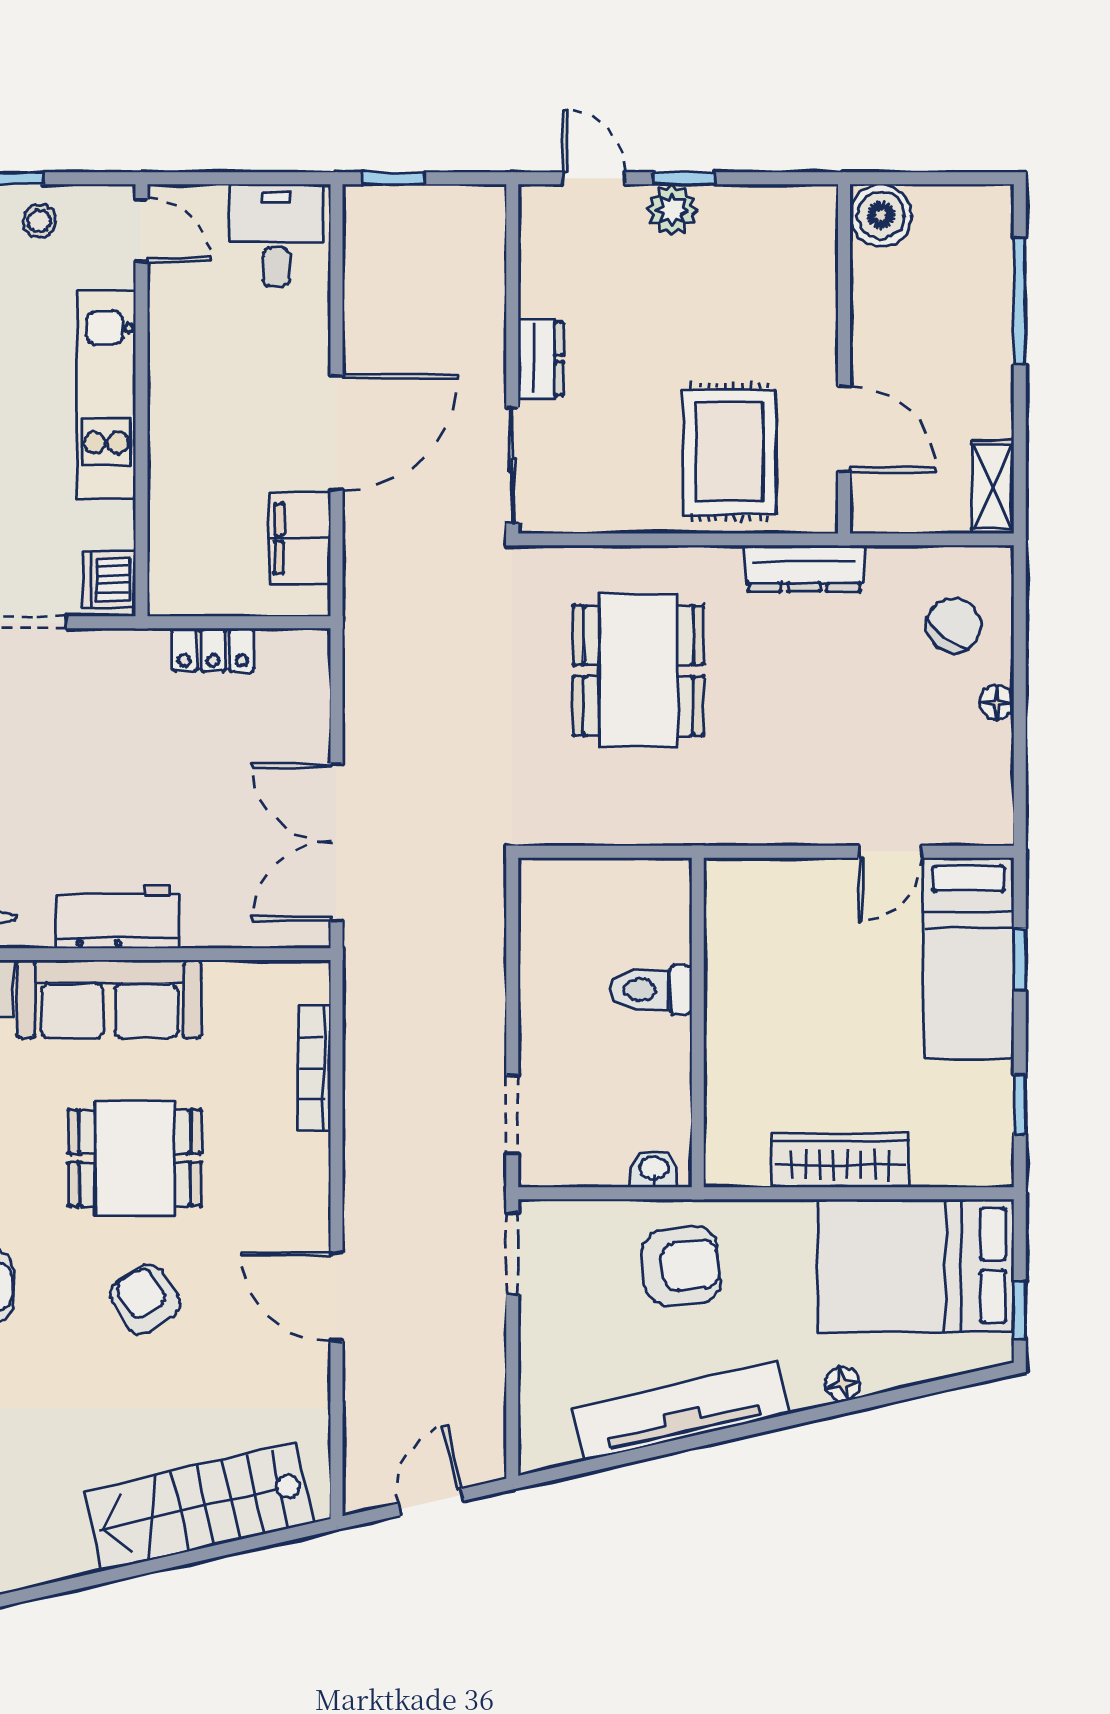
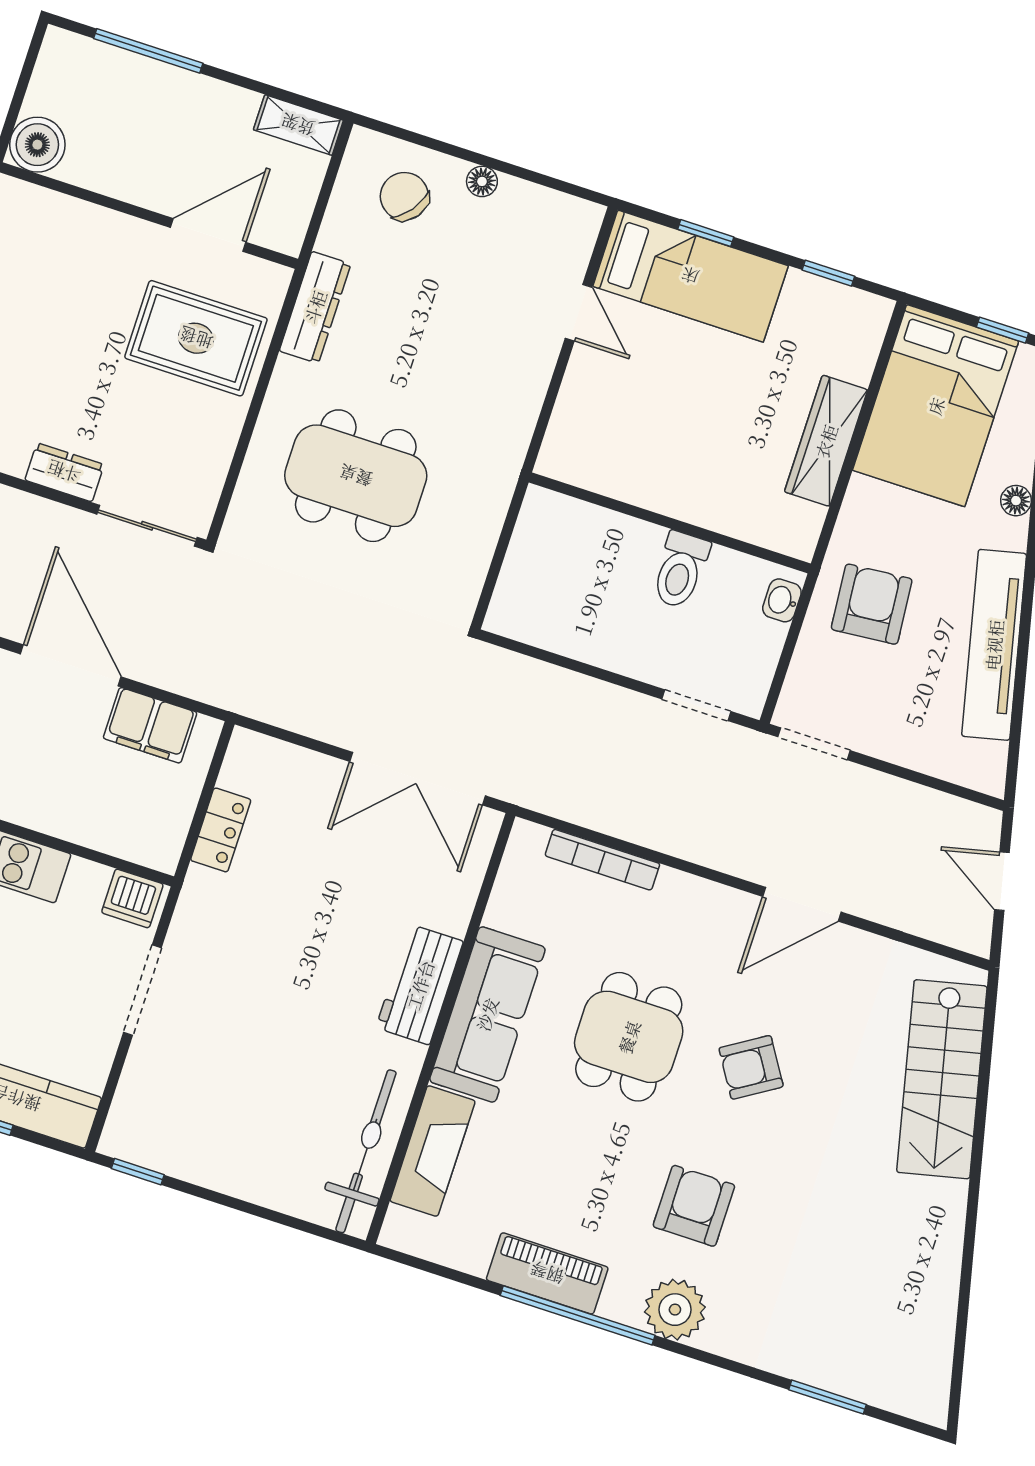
toilet: (651, 990) -> (680, 570), moved

